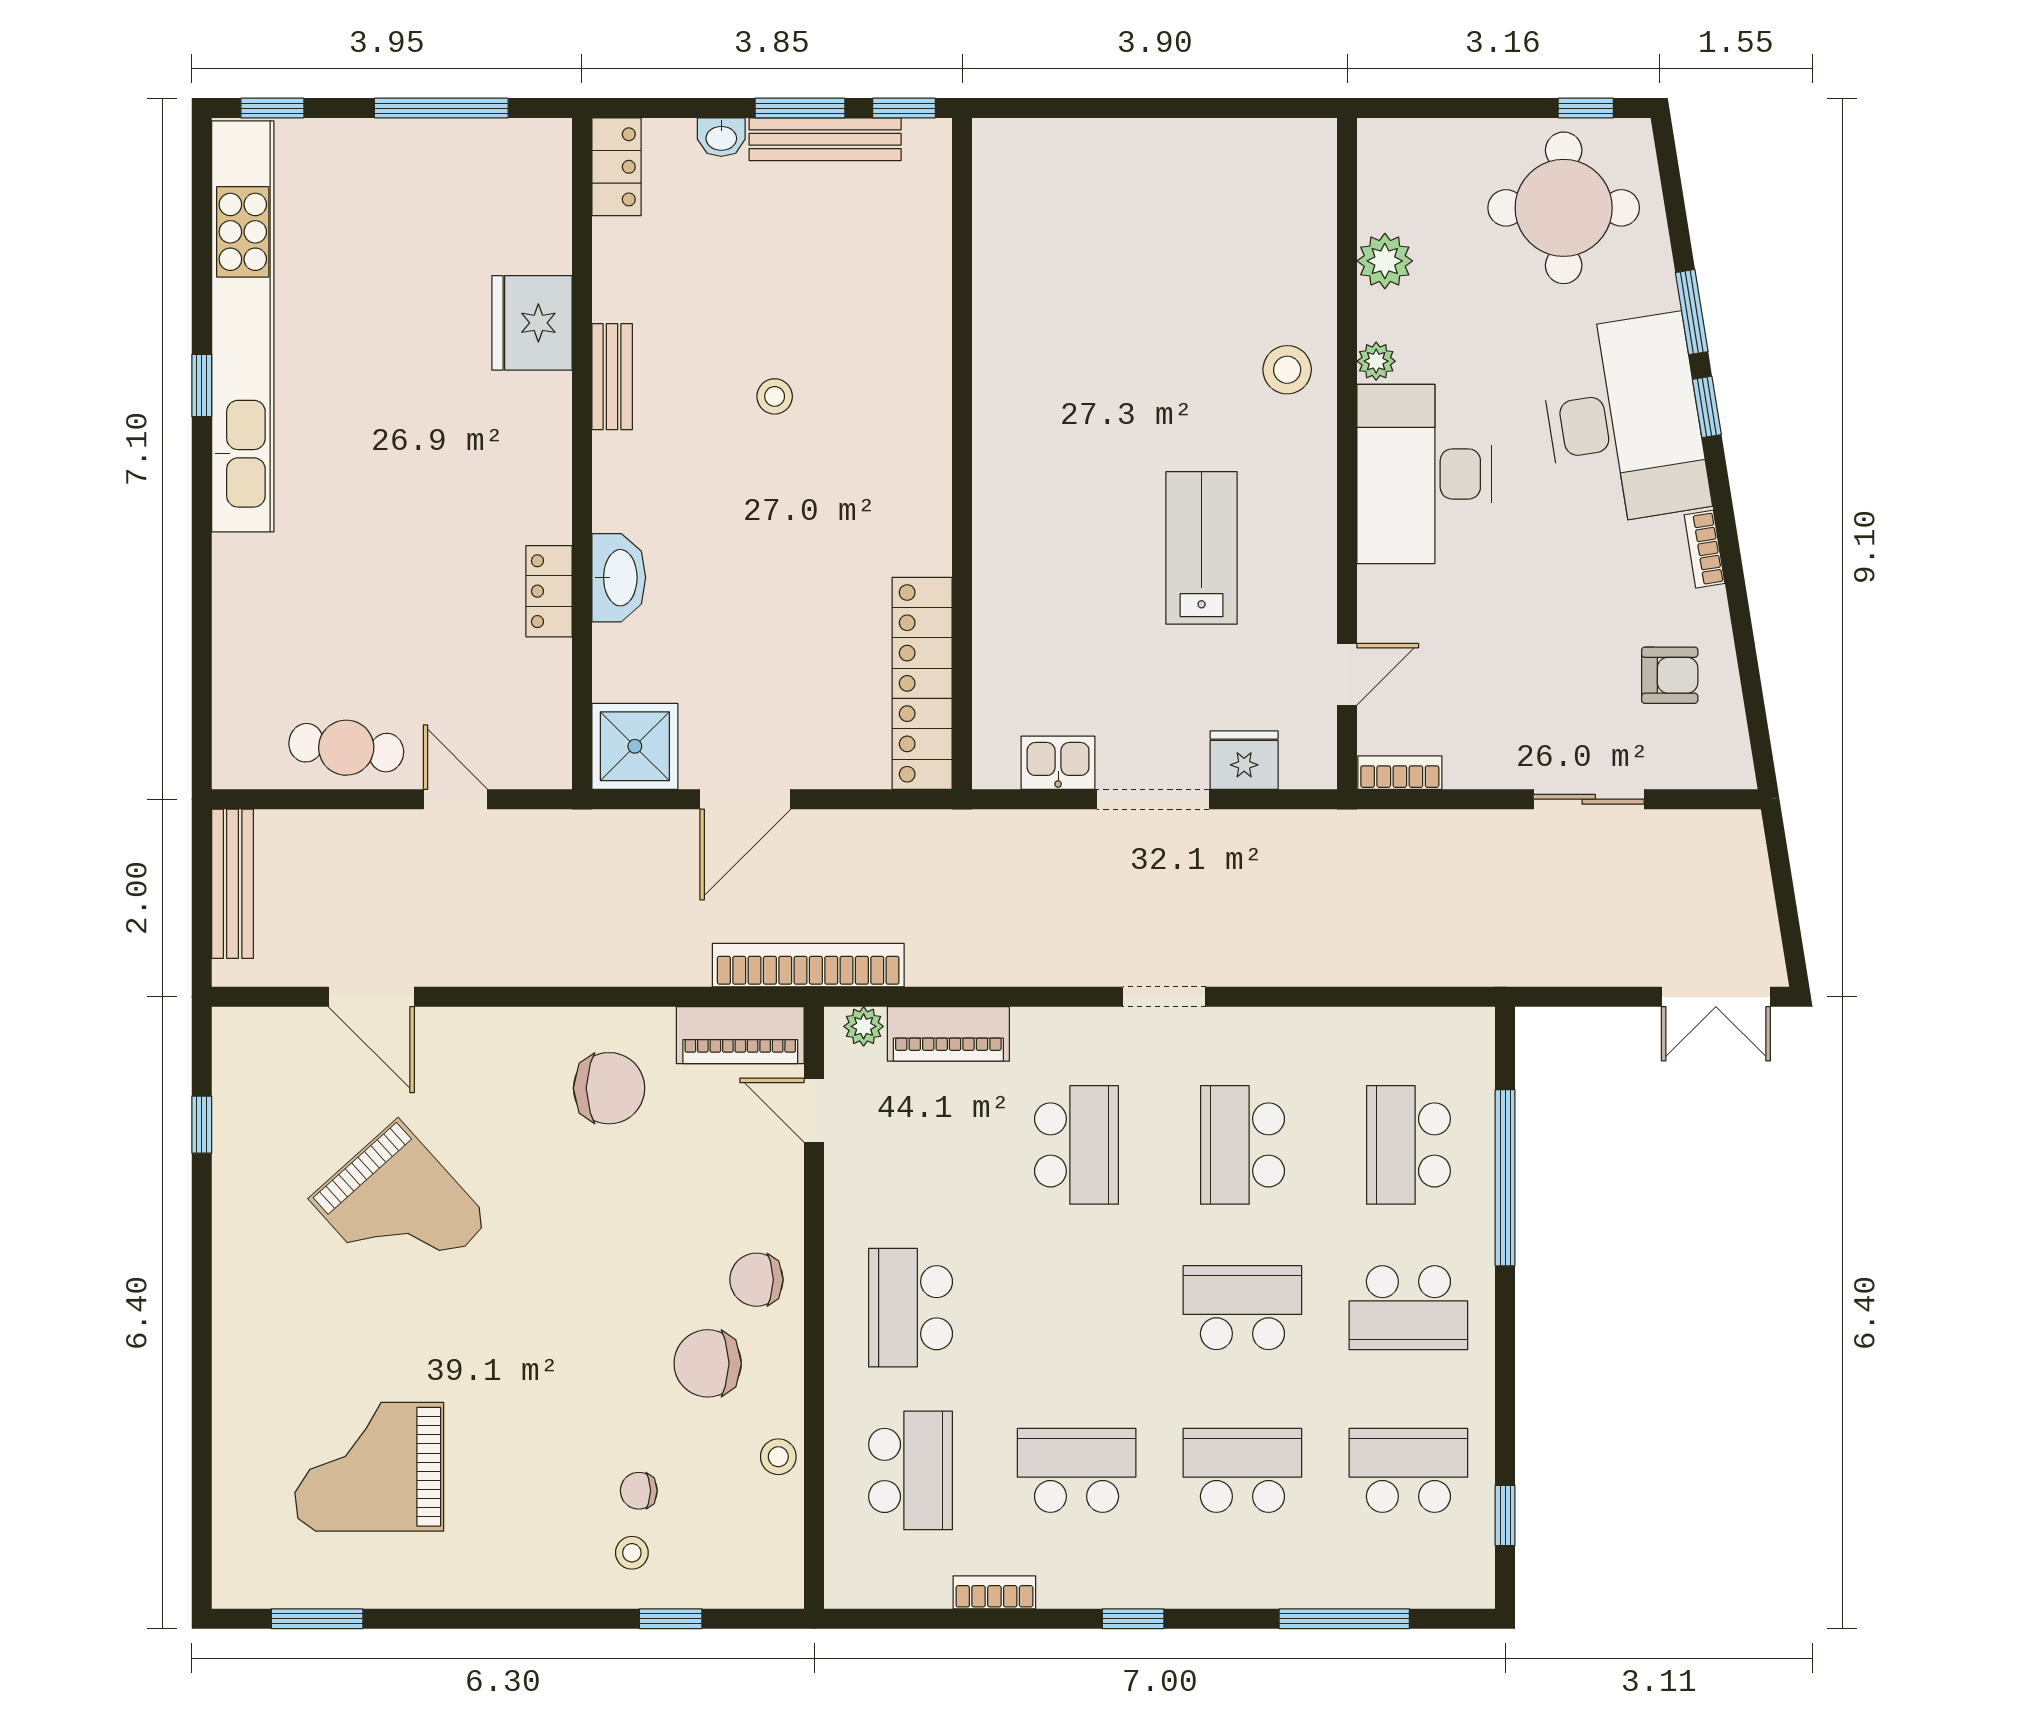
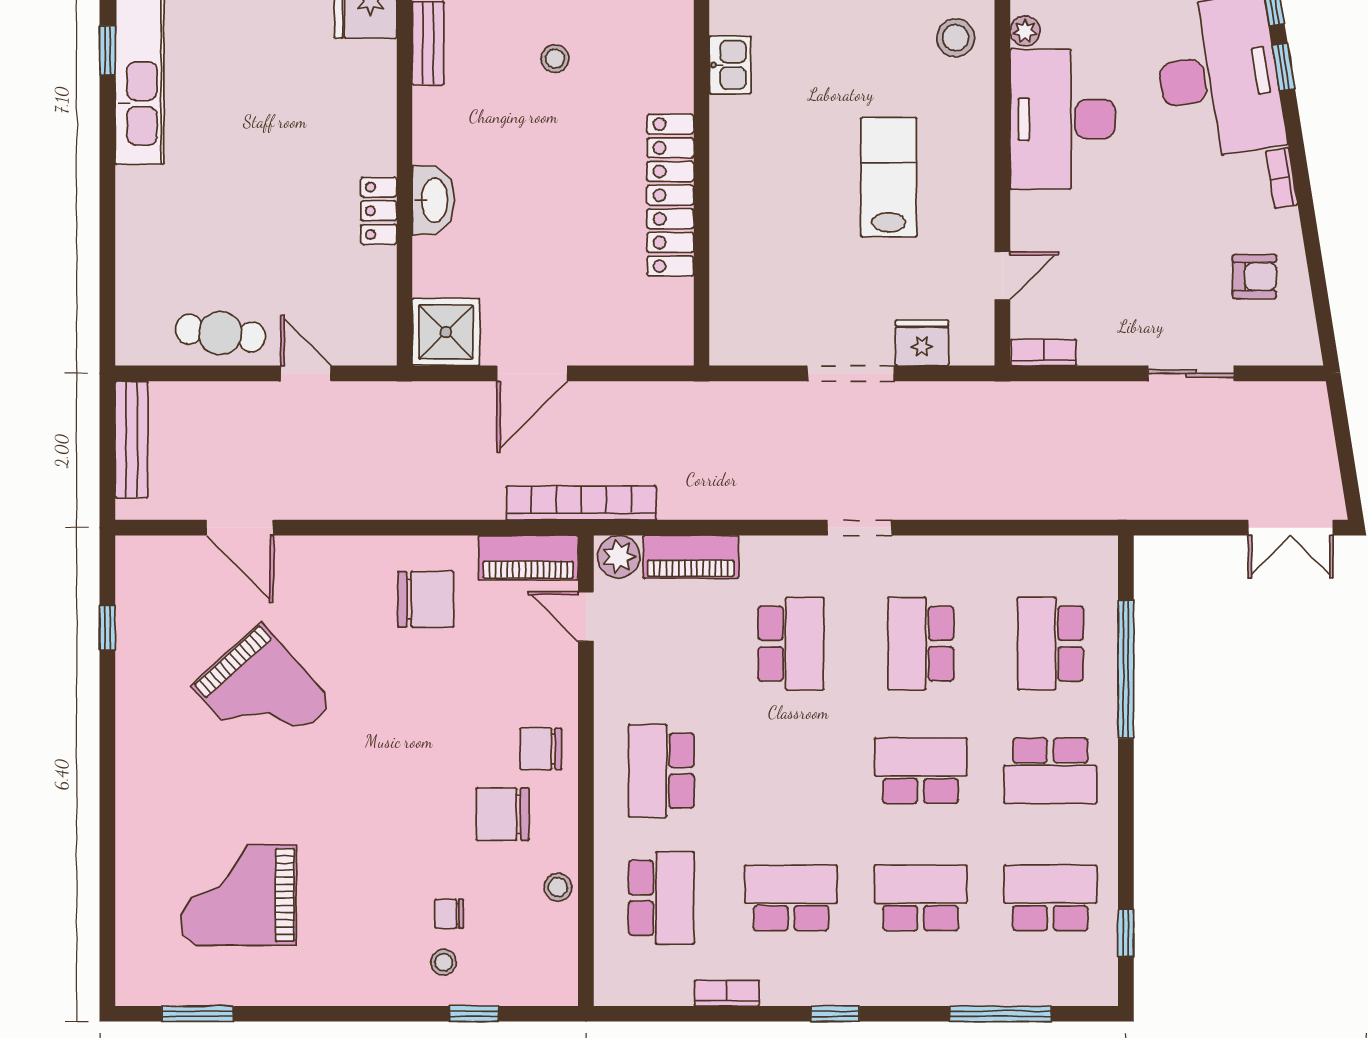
locker: (922, 683) -> (670, 195), moved
kitchen sink: (1058, 763) -> (730, 65), moved, turned 90
plant: (864, 1026) -> (619, 557), width x1.38, depth x1.38

